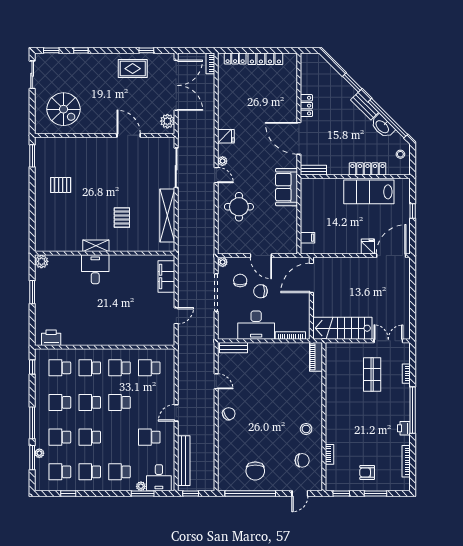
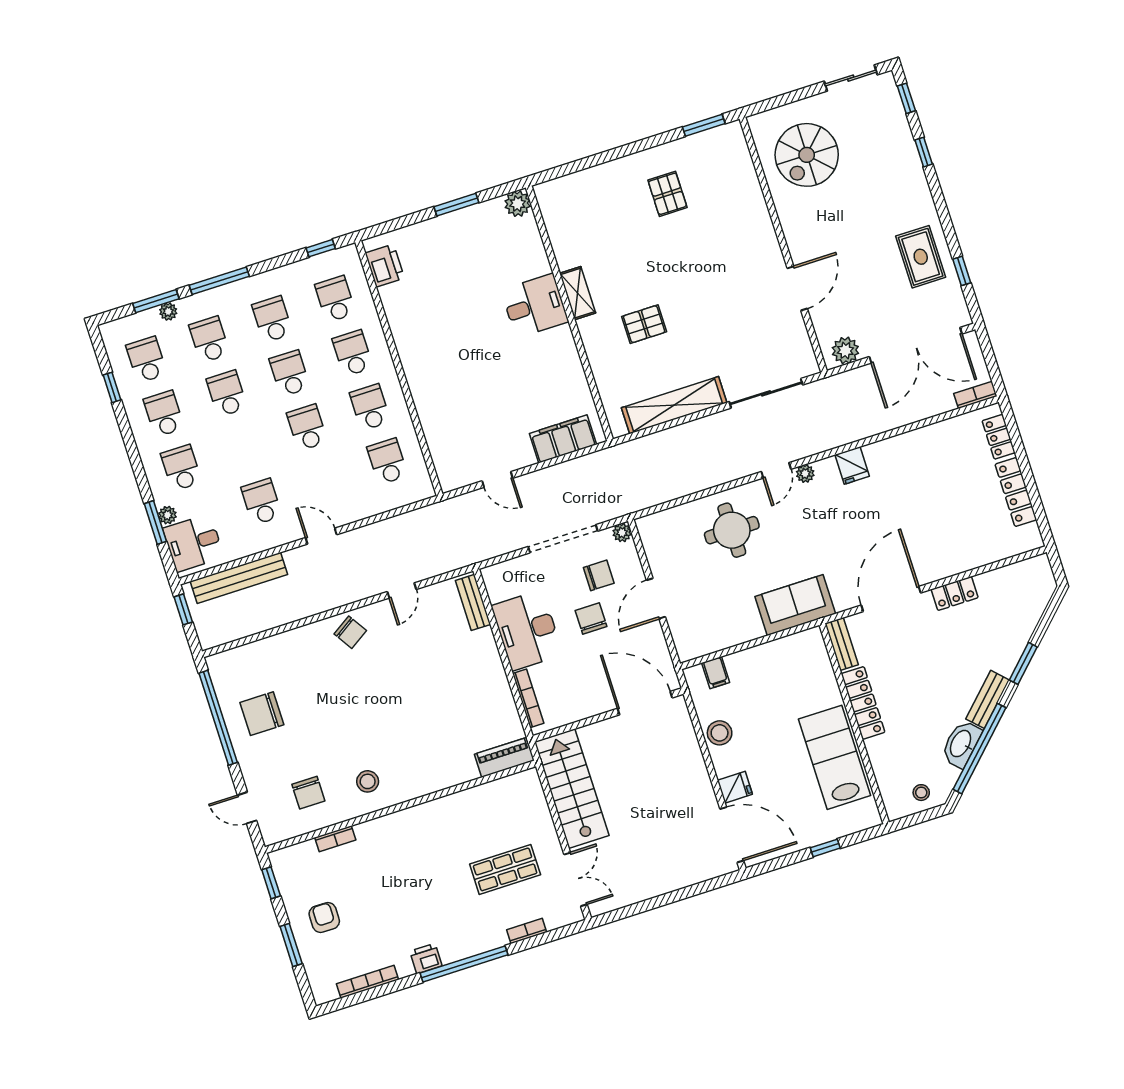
locker: (367, 169) -> (863, 703), moved
stool: (338, 245) -> (720, 733), added

